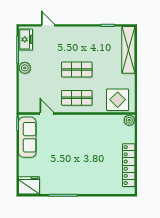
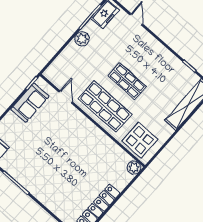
shop shelf: (77, 98) -> (105, 106), width x1.43, depth x1.36
sofa: (27, 137) -> (30, 103), width x0.73

